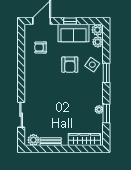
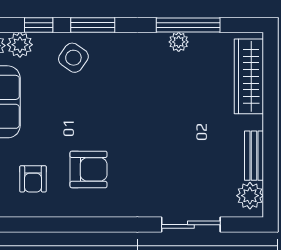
window: (106, 50) -> (39, 25), added
armchair: (70, 65) -> (88, 169), moved
window: (106, 114) -> (188, 25), width x1.44

